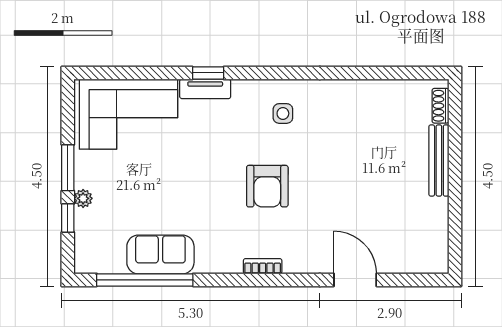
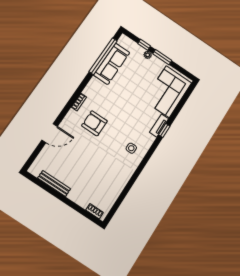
bench: (439, 160) -> (54, 184), moved
armchair: (267, 186) -> (94, 123), moved
sofa: (160, 254) -> (112, 64), width x1.36

